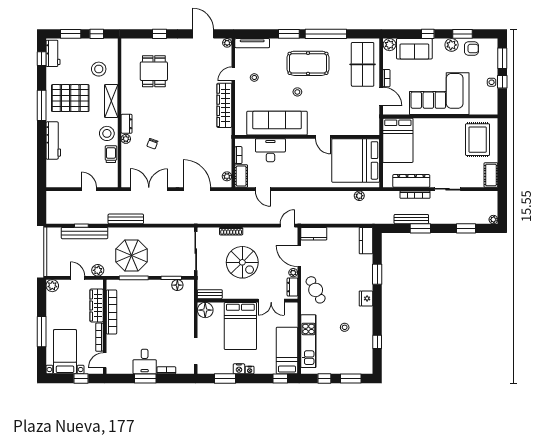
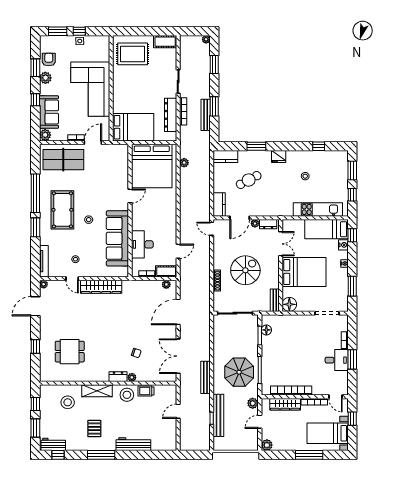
pallet: (70, 98) -> (94, 429), width x0.49, depth x0.50
cafe table: (316, 290) -> (249, 180), moved
nightstand: (239, 369) -> (343, 245), moved

